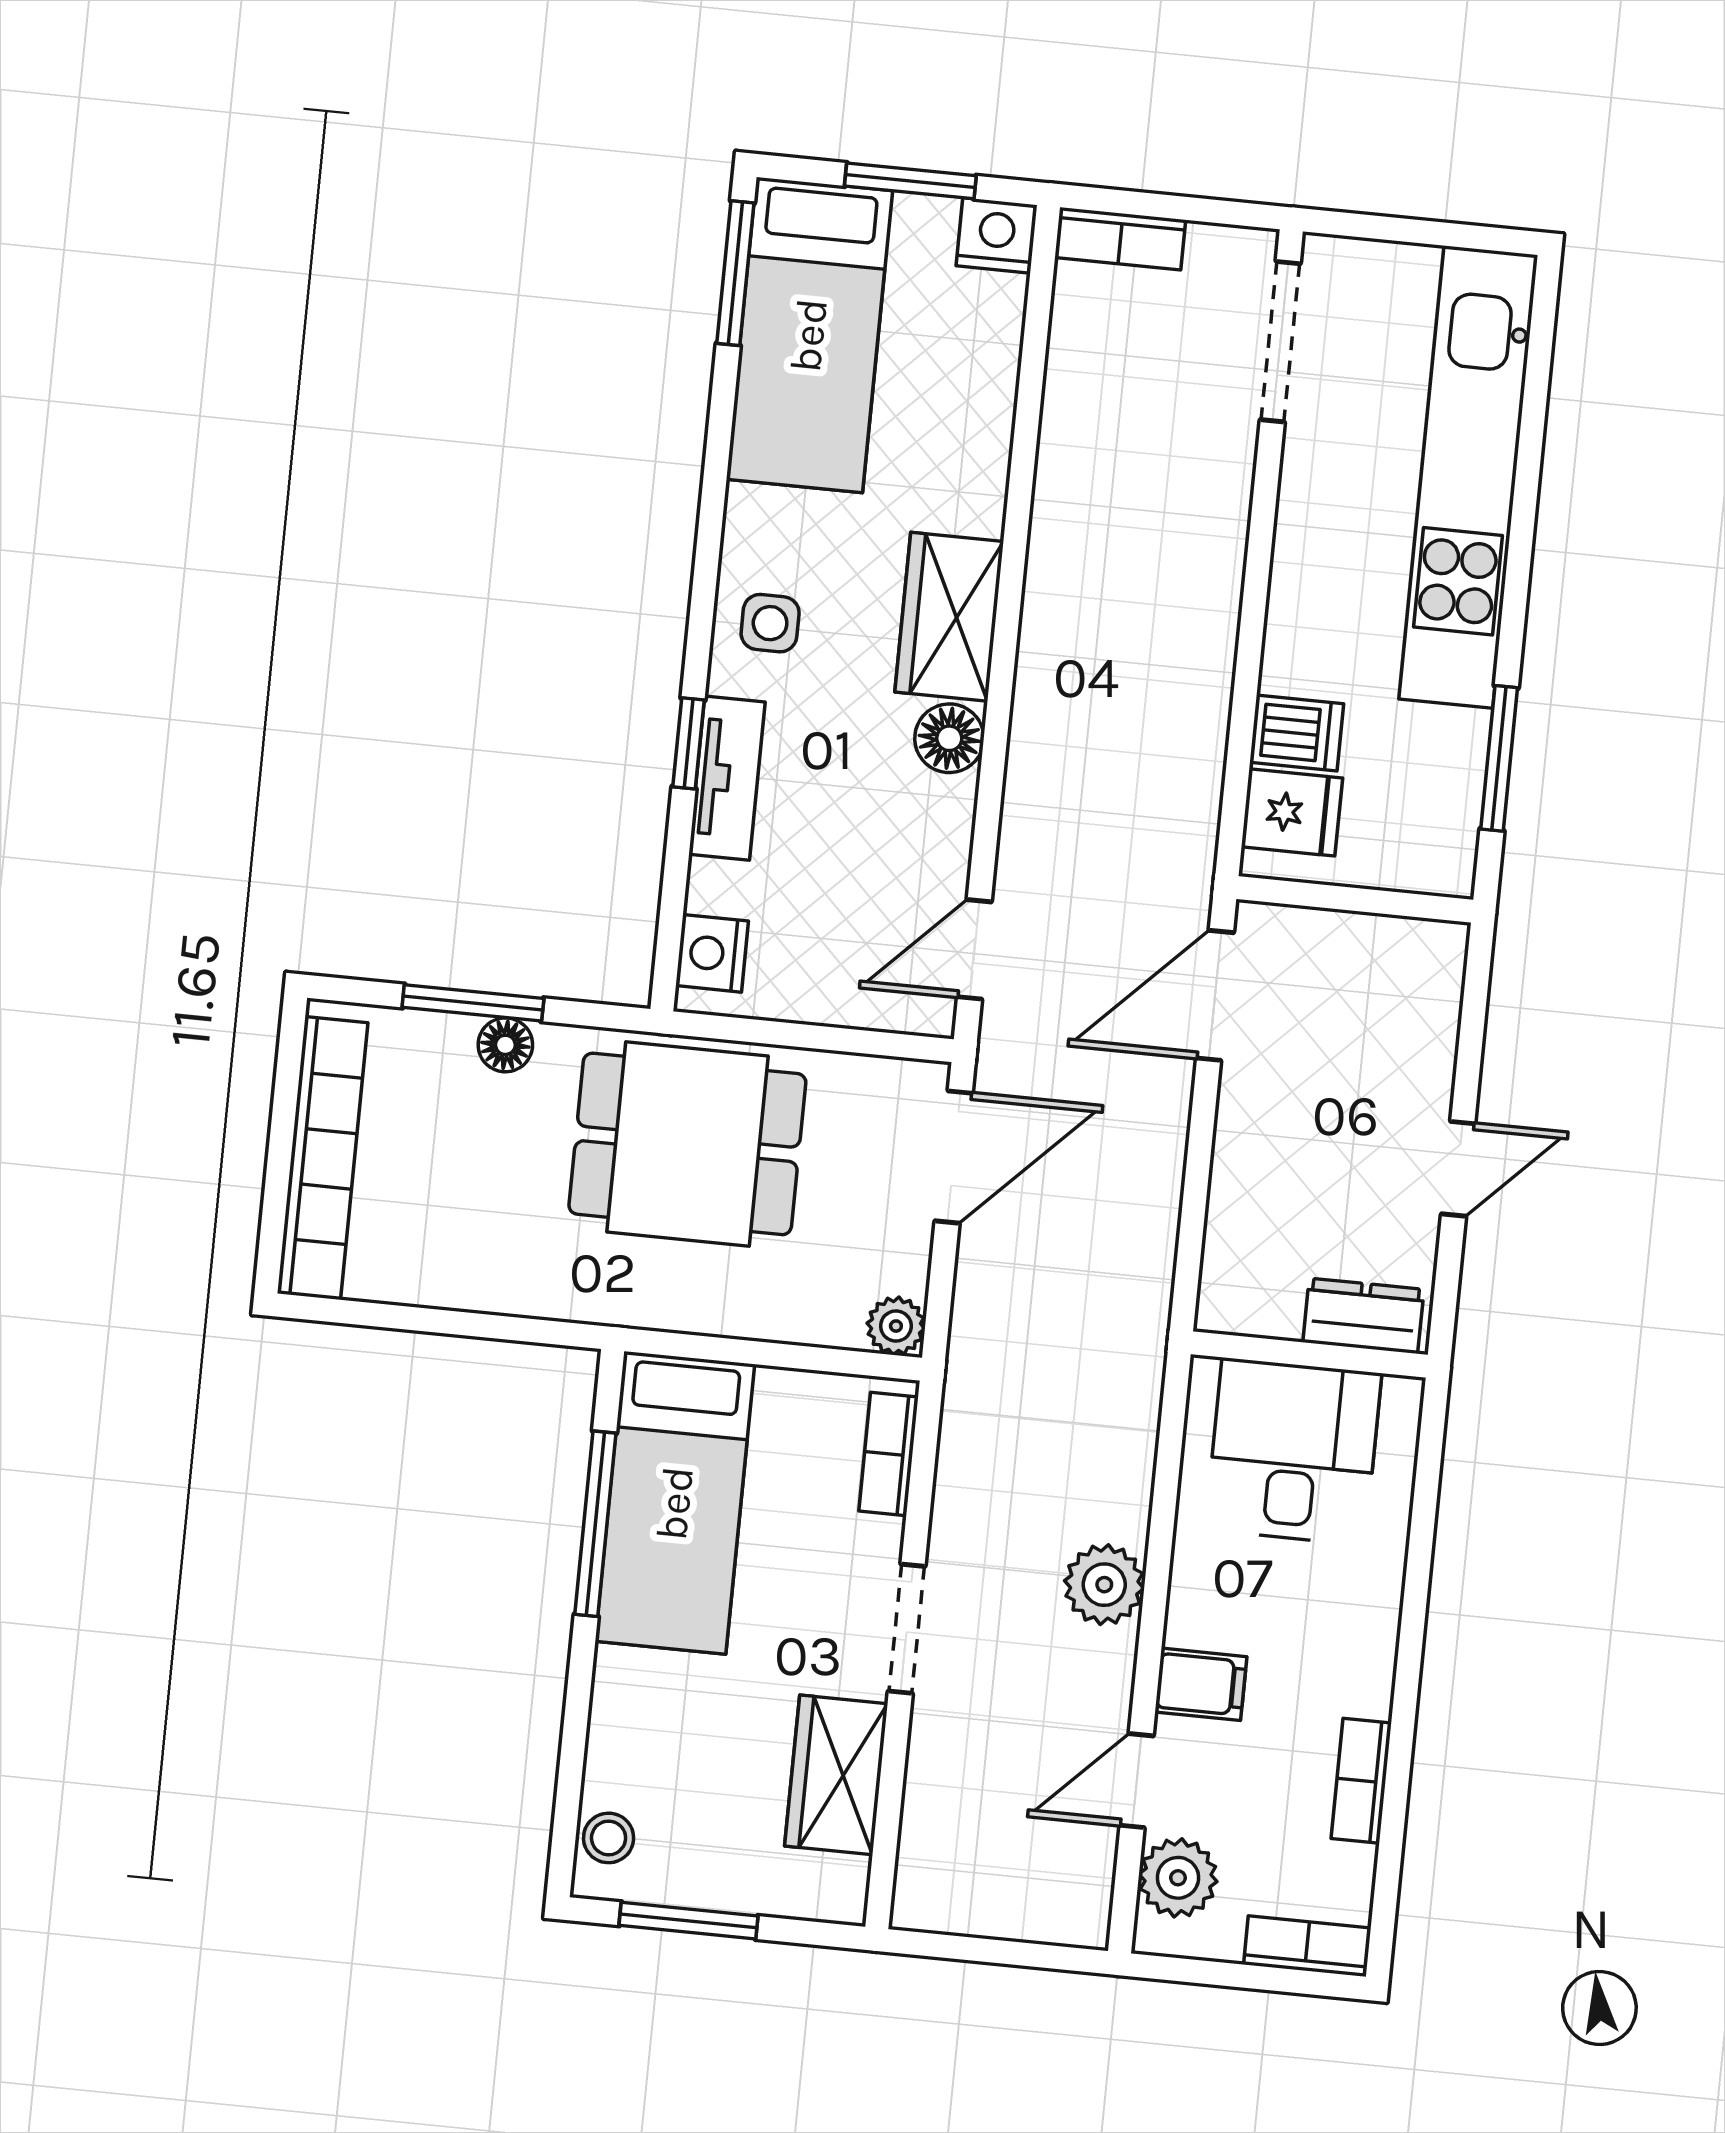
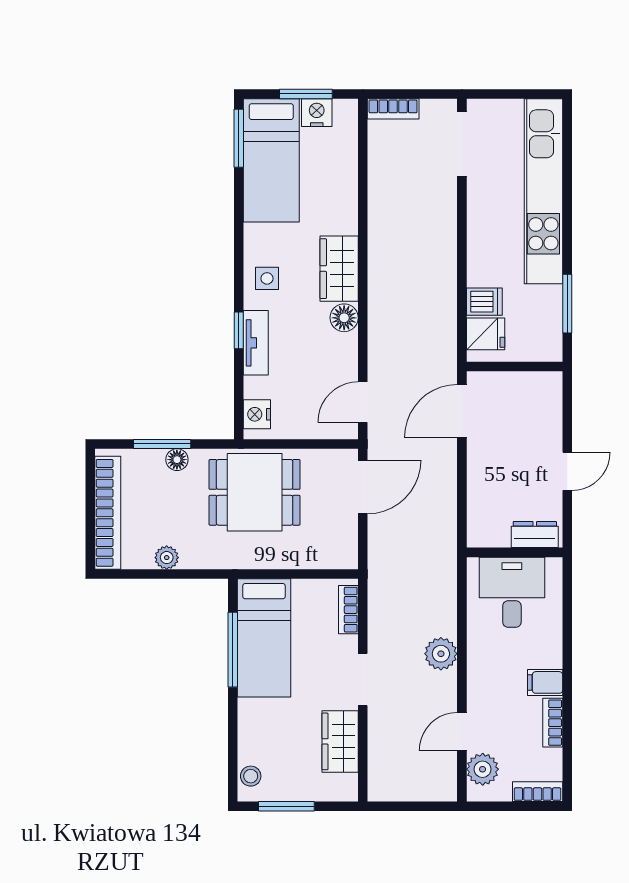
nightstand: (997, 235) -> (317, 113), moved
plant: (896, 1326) -> (167, 558), moved
filing cabinet: (1201, 1684) -> (545, 682), moved, turned 180

